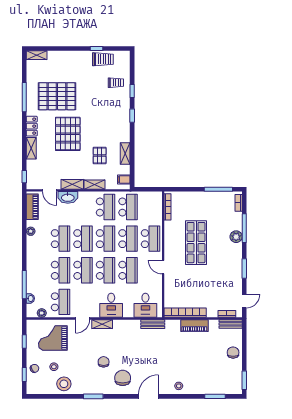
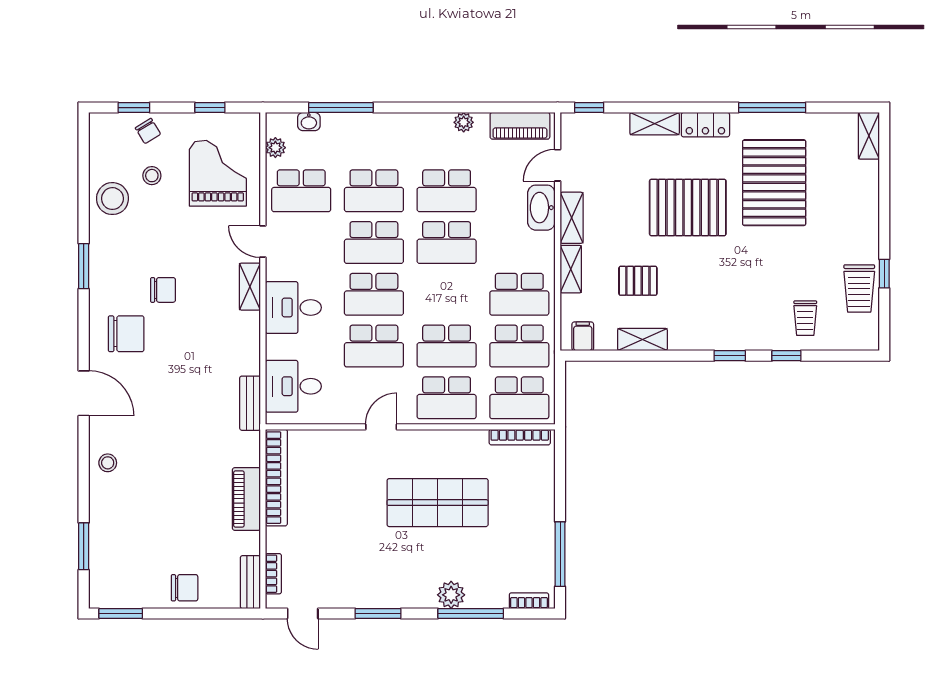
school desk: (105, 239) -> (519, 398), moved

